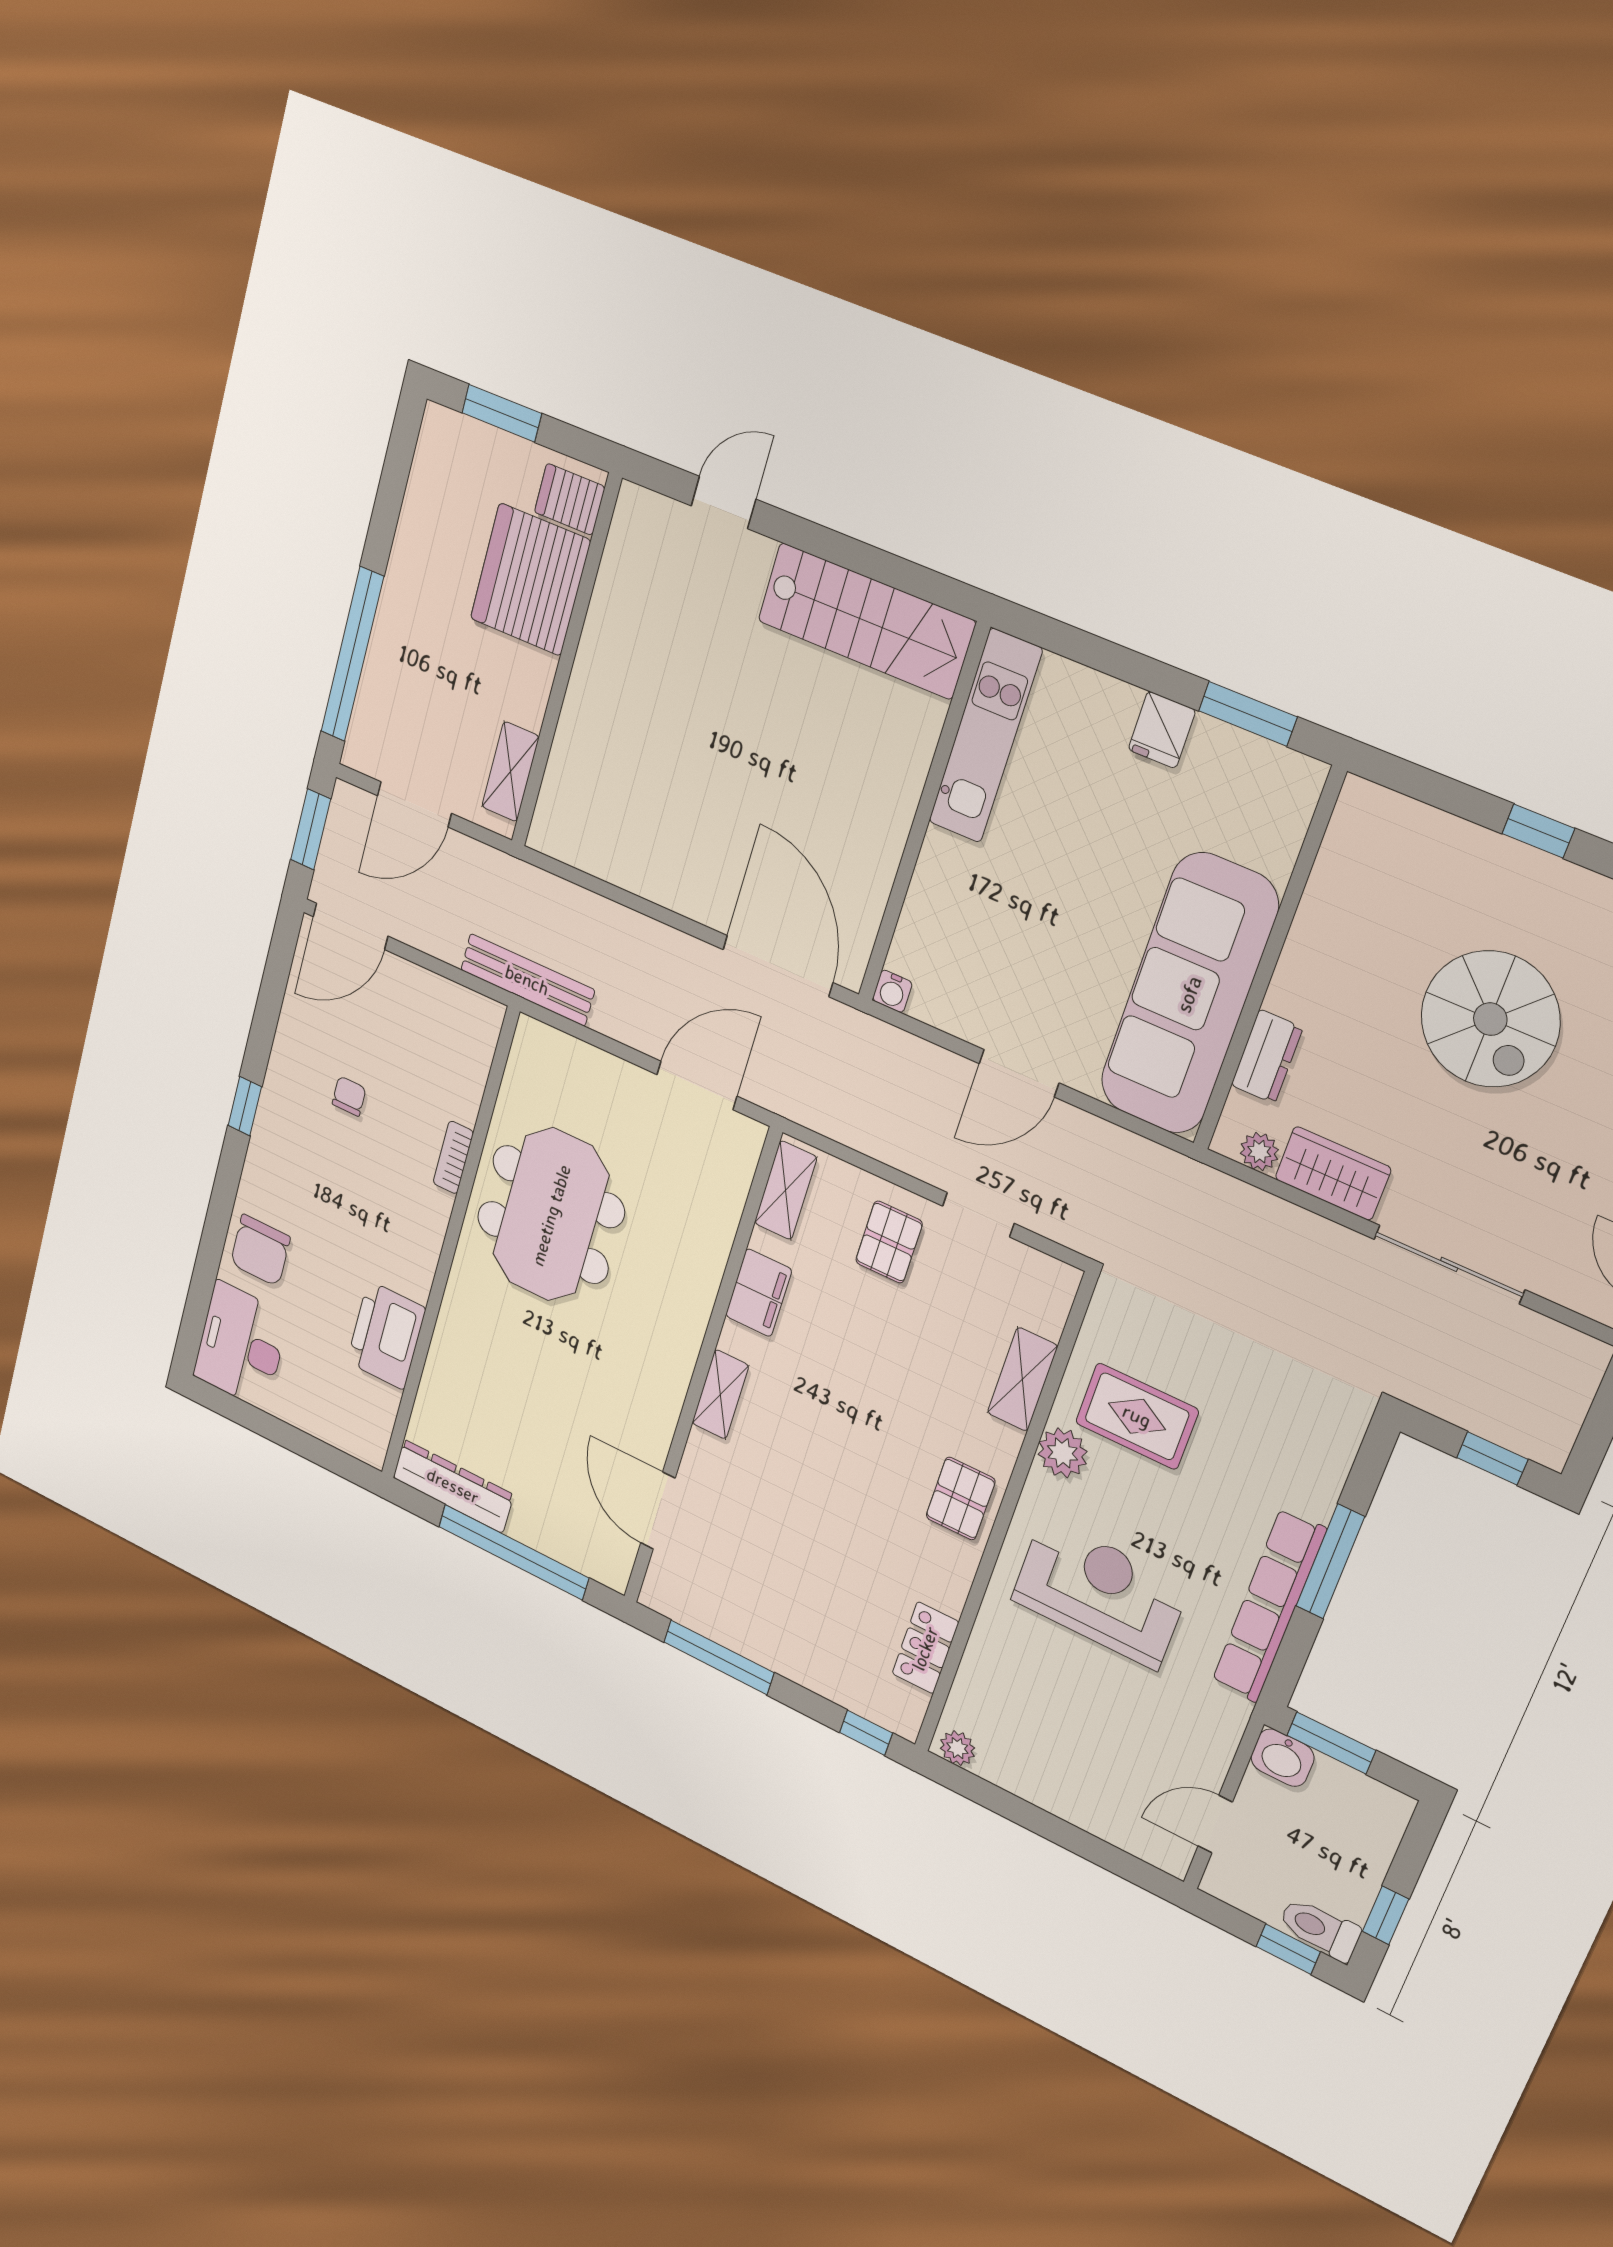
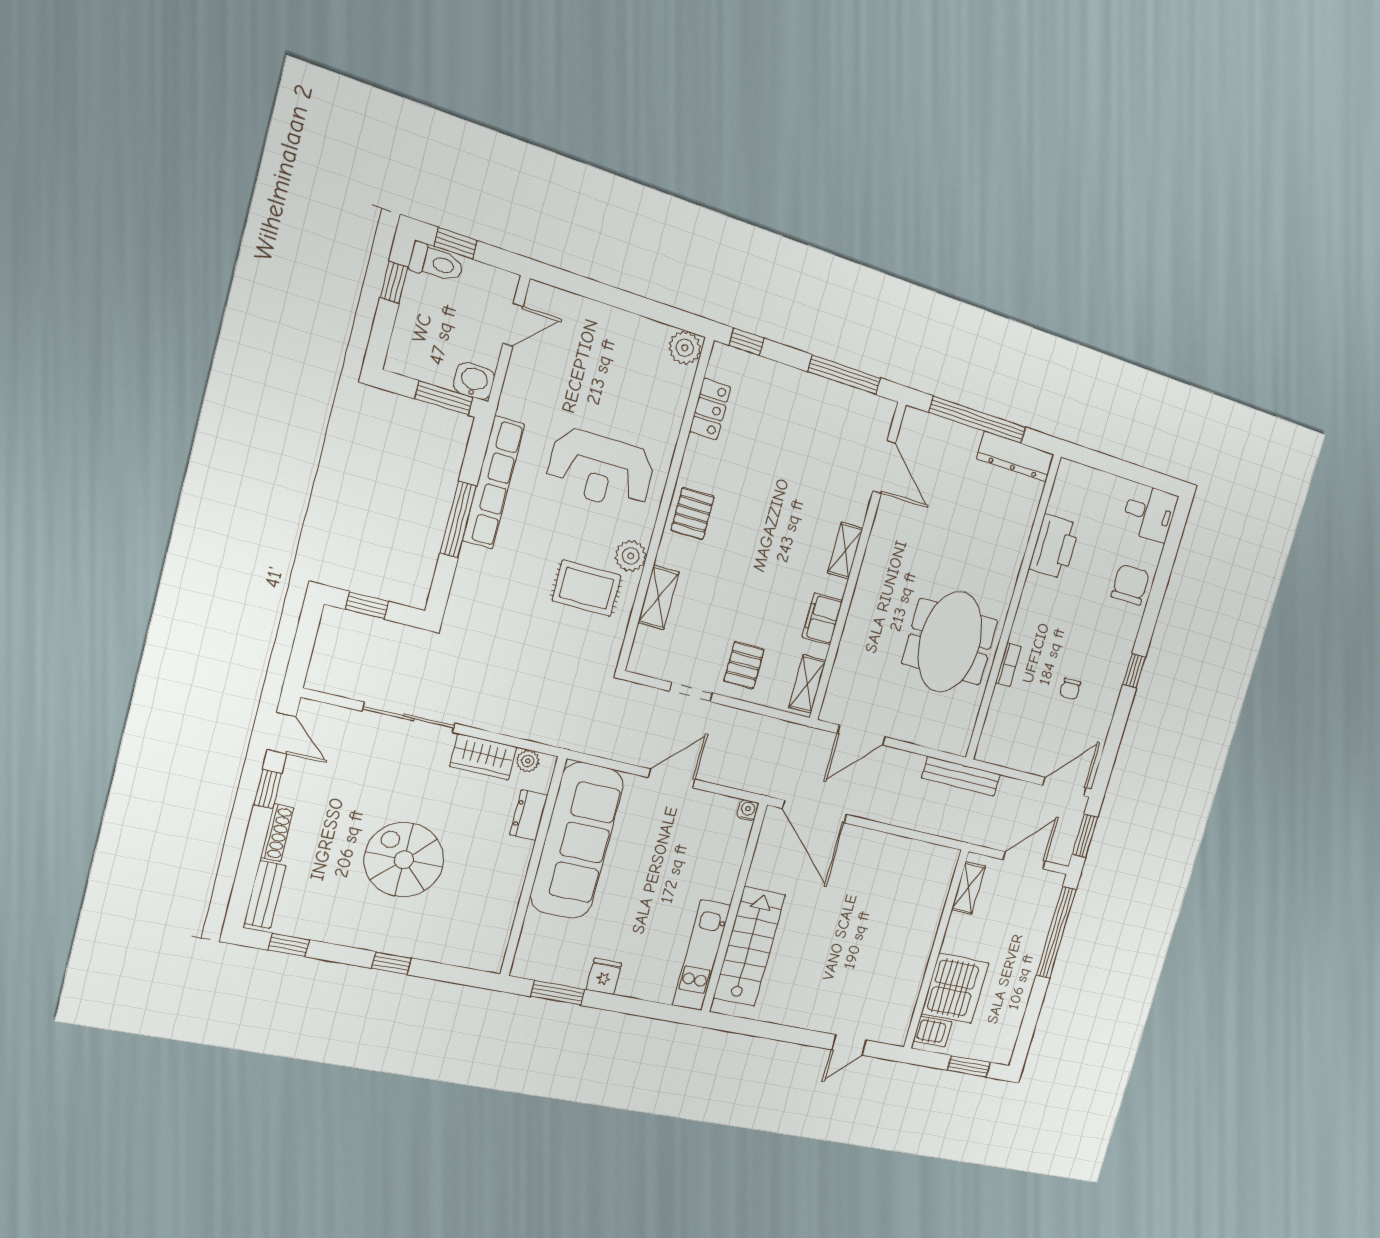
stairs: (866, 621) -> (749, 947), moved, turned 90
desk: (241, 1345) -> (1149, 513), width x0.73
plant: (957, 1748) -> (685, 348), width x1.38, depth x1.38

